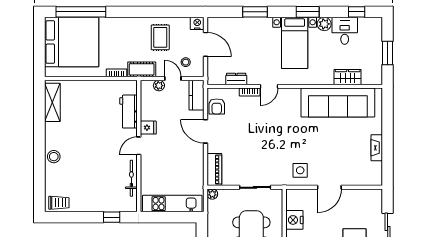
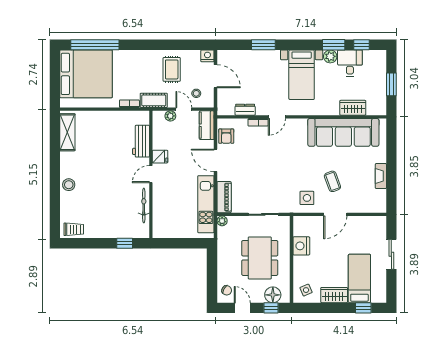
window: (308, 12) -> (334, 45), moved
coffee table: (327, 153) -> (332, 181), added
kitchen unit: (172, 204) -> (206, 204), moved, turned -90

